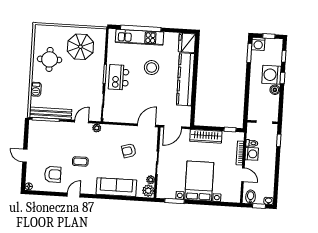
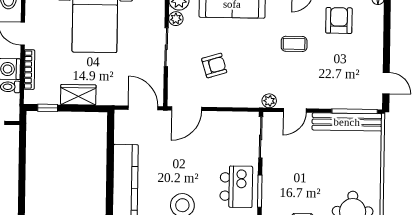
barbecue: (36, 89) -> (373, 161), removed
door: (173, 127) -> (143, 108), hinge flipped
wardrobe: (206, 136) -> (78, 95), width x0.67
door: (25, 156) -> (386, 83), moved
armchair: (53, 174) -> (339, 20), turned 90

